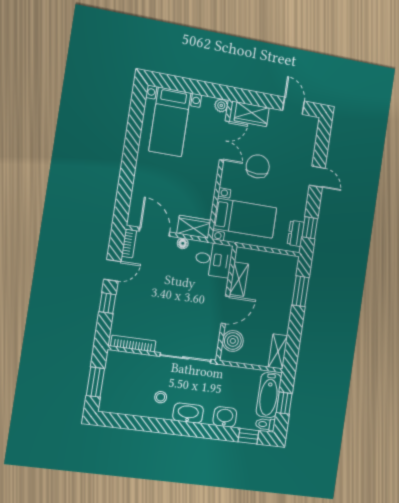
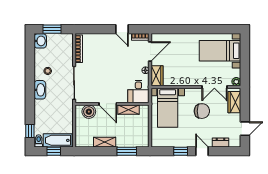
door: (317, 177) -> (202, 151), swing flipped
window: (310, 228) -> (181, 151), moved
dresser: (296, 233) -> (220, 143), moved
window: (107, 303) -> (101, 29), removed
shelving: (278, 351) -> (105, 142), moved
washbasin: (225, 417) -> (40, 41), moved

